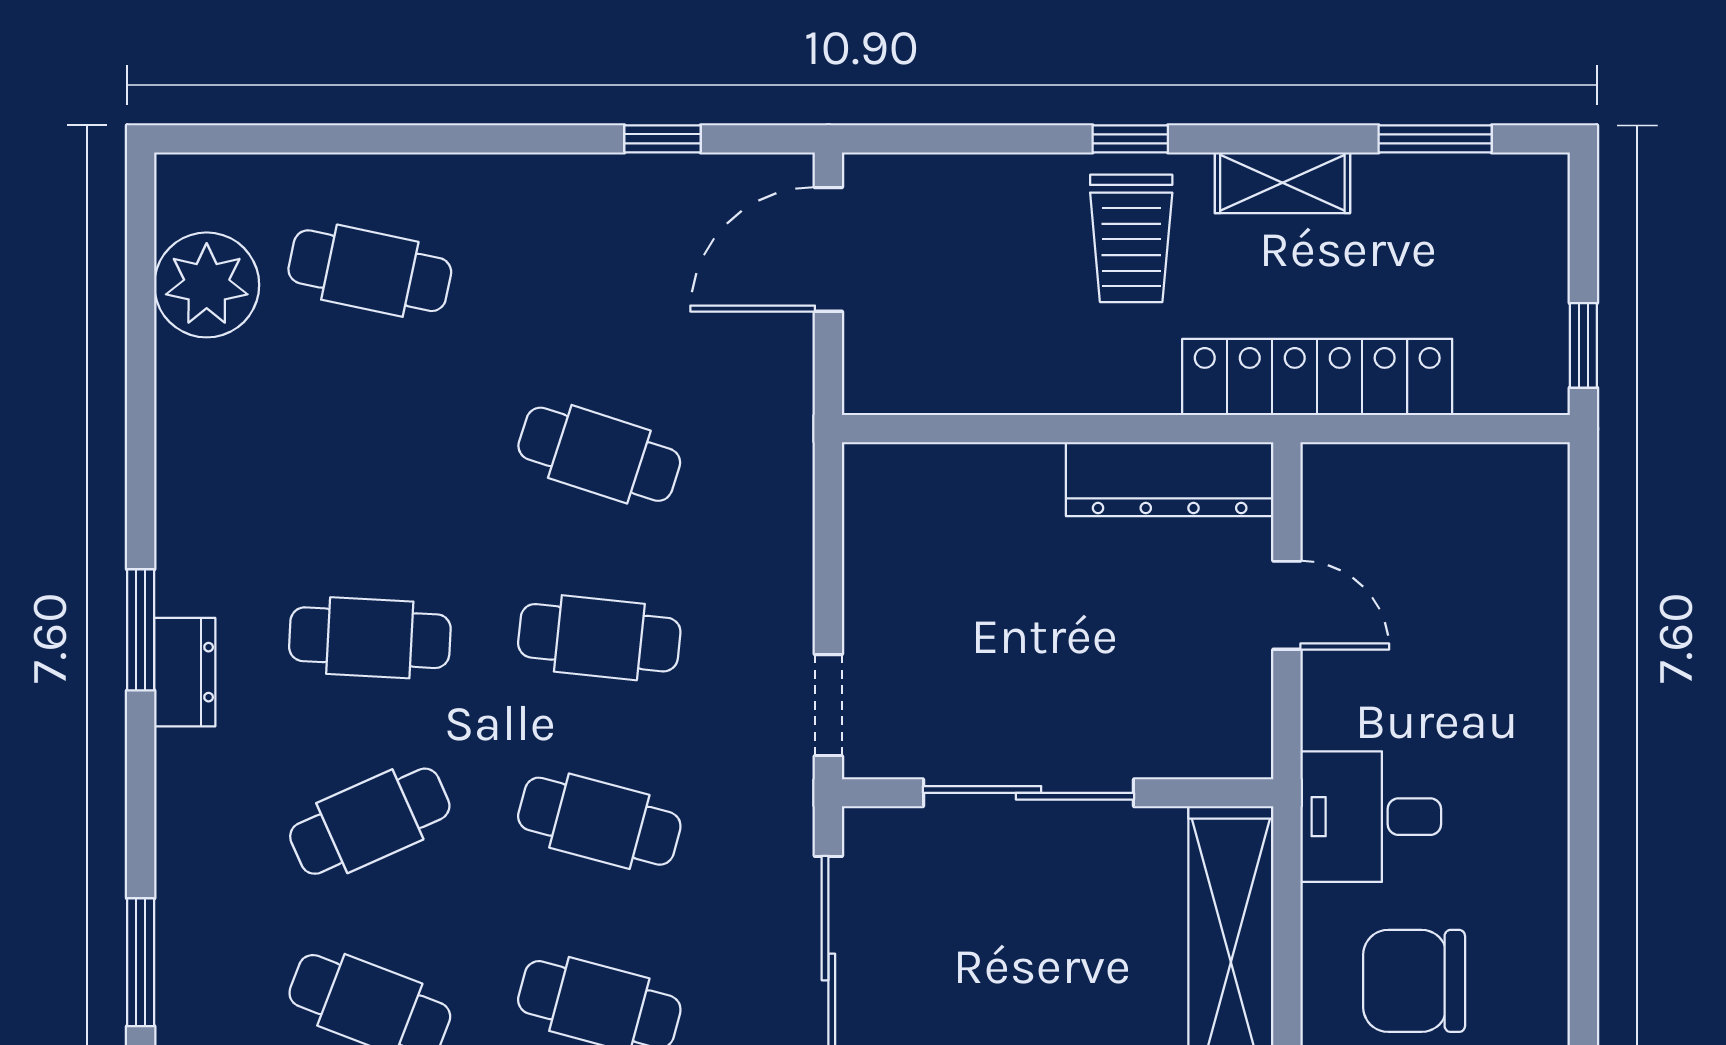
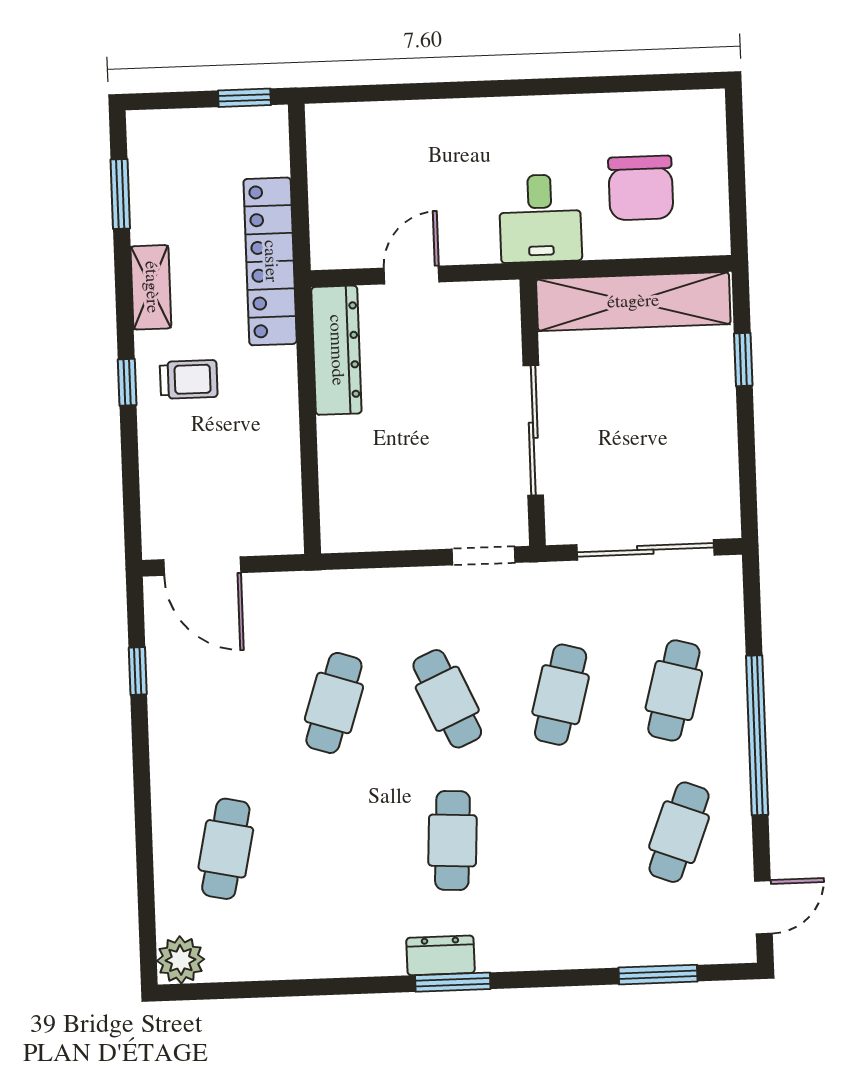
trolley: (1131, 238) -> (189, 379), width x0.73, depth x0.72
plant: (207, 285) -> (181, 960), moved, width x0.73, depth x0.73
cafe table: (599, 638) -> (447, 699), turned -30
dresser: (185, 672) -> (440, 955), moved
cafe table: (370, 821) -> (566, 836), removed

